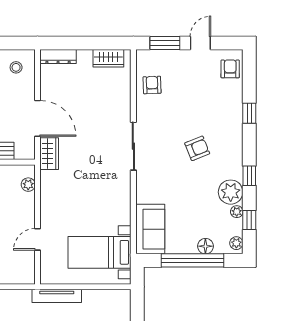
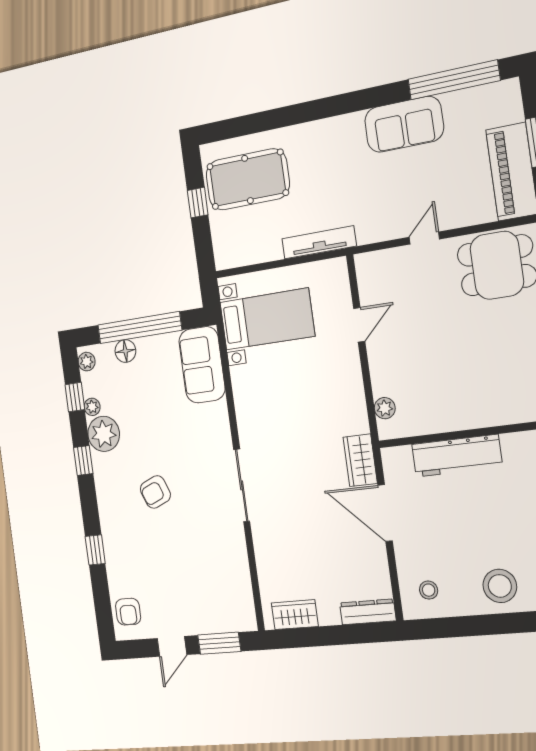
armchair: (152, 85) -> (228, 579), removed

